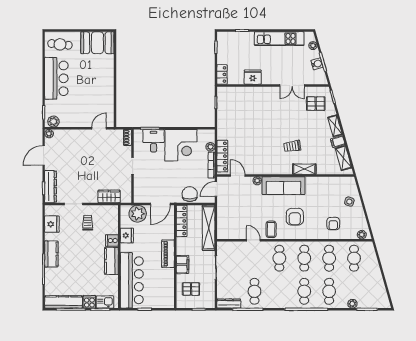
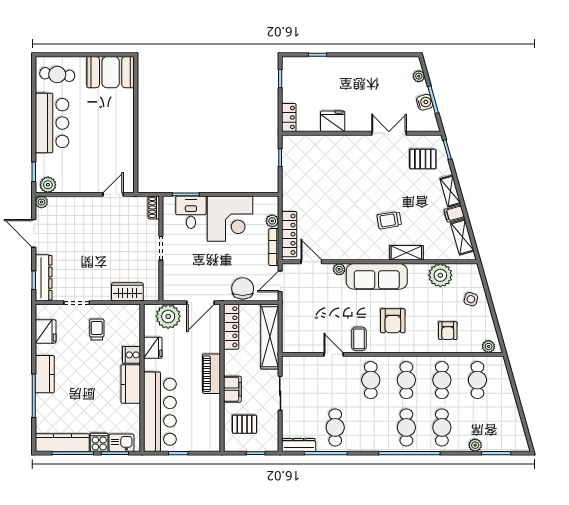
kitchen unit: (279, 39) -> (371, 66), removed
double door: (292, 85) -> (389, 133), swing flipped
door: (44, 155) -> (34, 233), hinge flipped
plant: (328, 185) -> (440, 275), added

